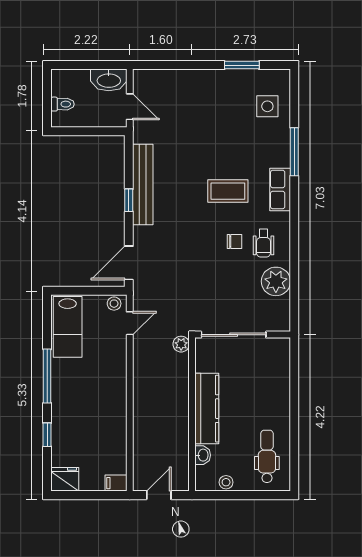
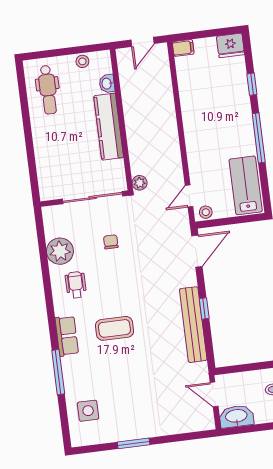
window: (242, 65) -> (134, 443), moved
chair: (234, 242) -> (111, 242), moved, turned 90

